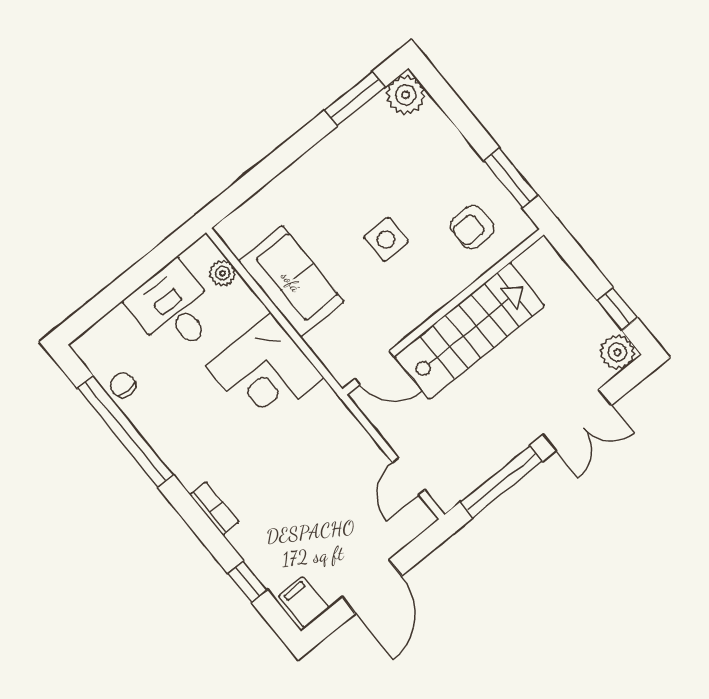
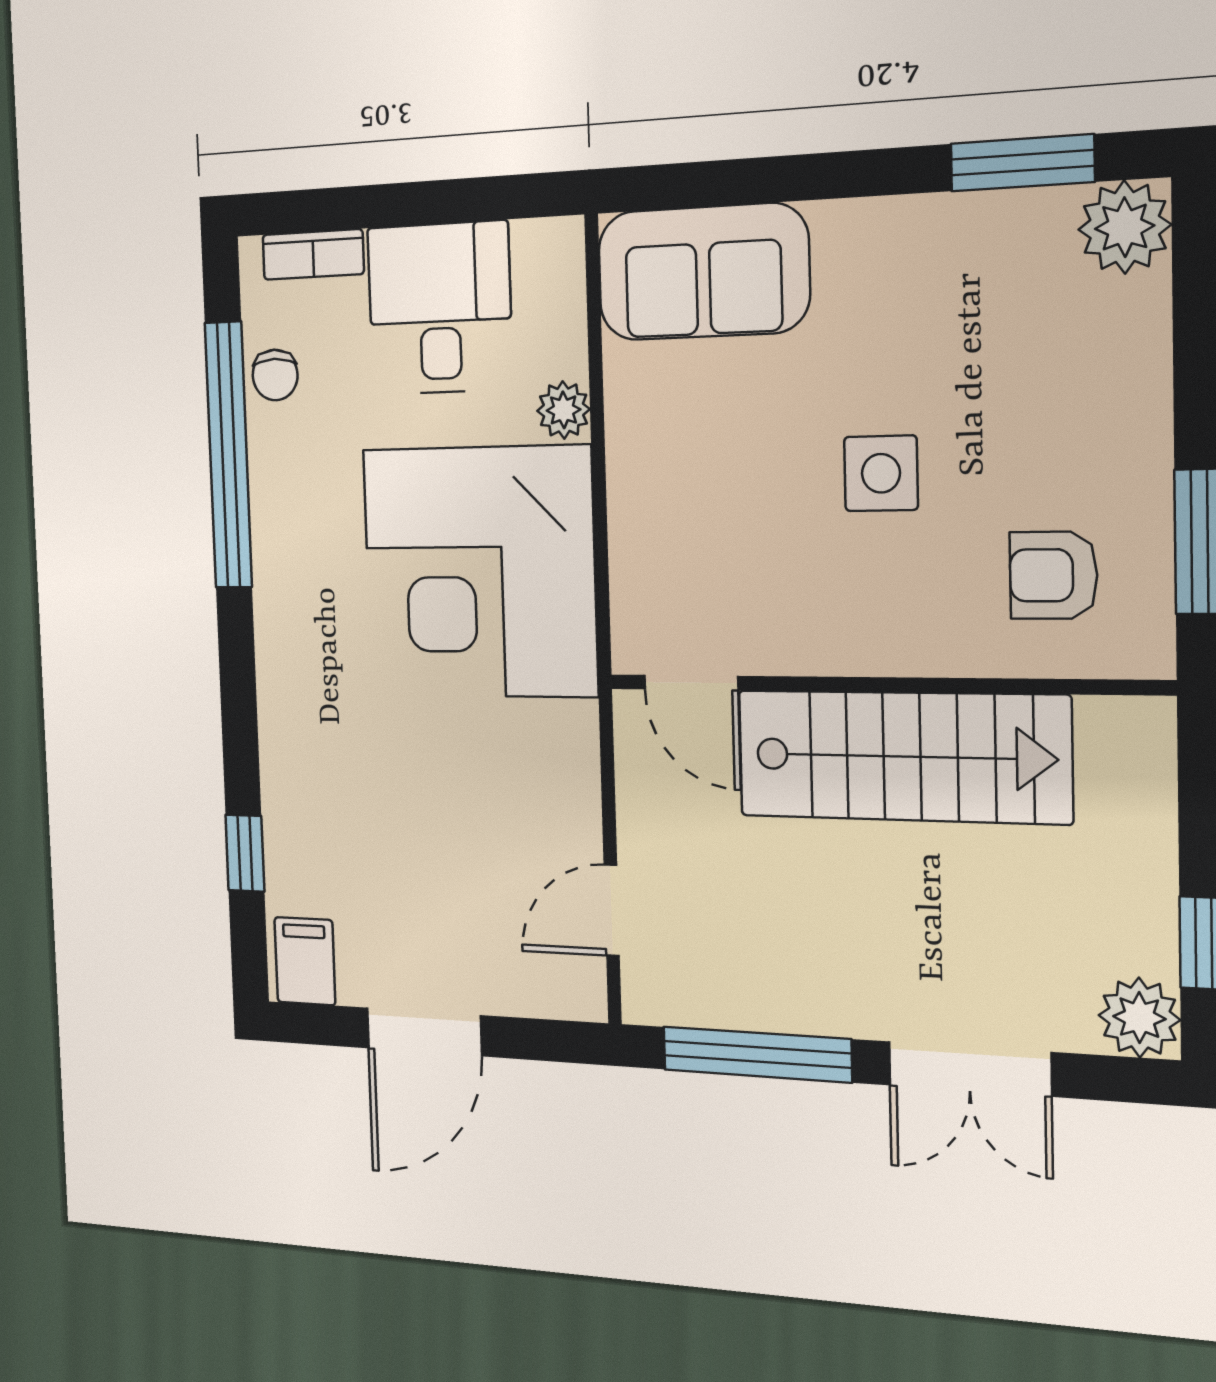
plant: (223, 273) -> (563, 410), moved
sofa: (291, 282) -> (703, 272), moved, turned 90
corner desk: (265, 372) -> (479, 572), width x1.36, depth x1.36
chair: (123, 385) -> (275, 375), turned 180
bookcase: (214, 508) -> (313, 254), moved, turned 90

